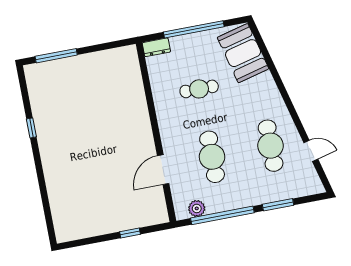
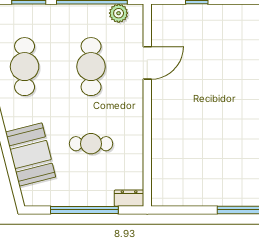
booth: (243, 53) -> (31, 155), moved

